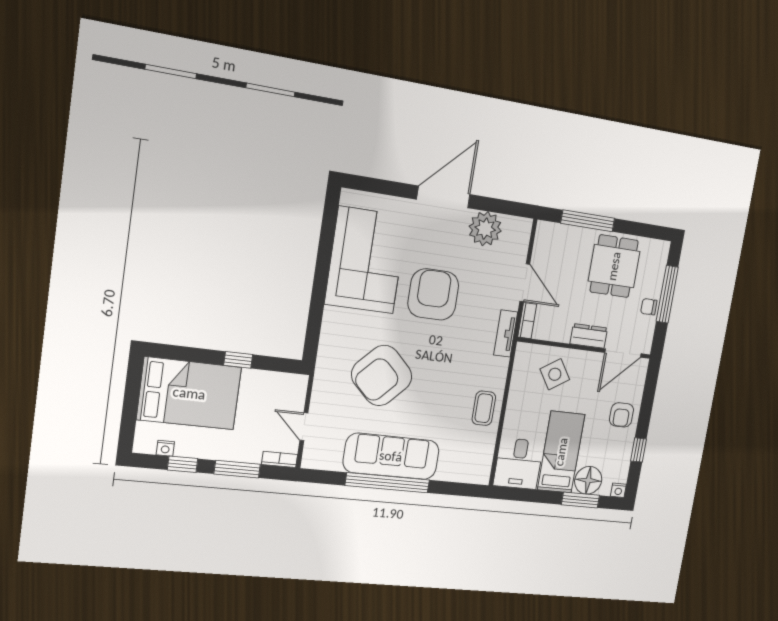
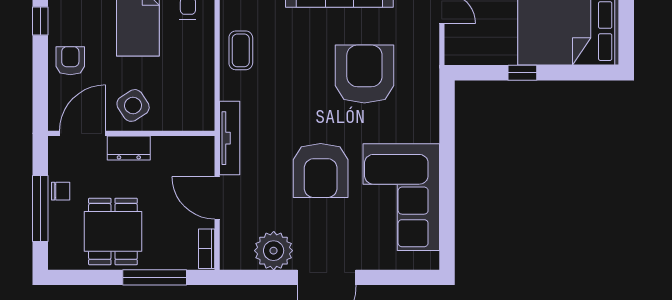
bookcase: (527, 321) -> (207, 249), moved
tv unit: (506, 333) -> (230, 138), width x1.41
side table: (555, 374) -> (133, 105), moved
armchair: (382, 376) -> (364, 74), turned -44

